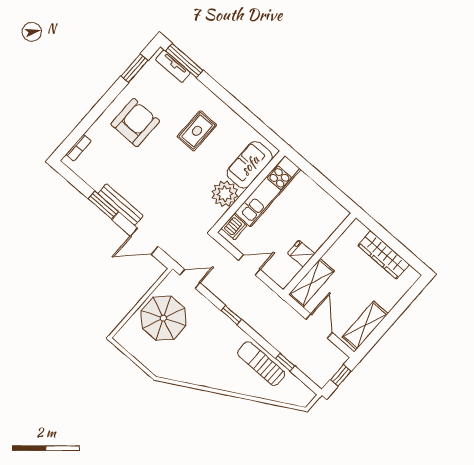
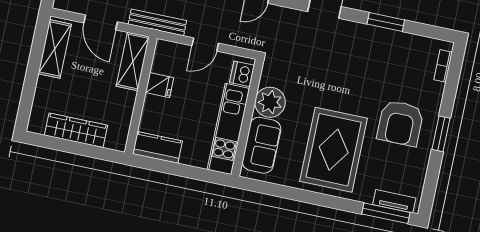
window: (134, 68) -> (441, 134), moved
rug: (197, 131) -> (334, 150), width x1.86, depth x2.06
bench: (121, 205) -> (157, 22), moved
kitchen counter: (329, 207) -> (157, 147), added

